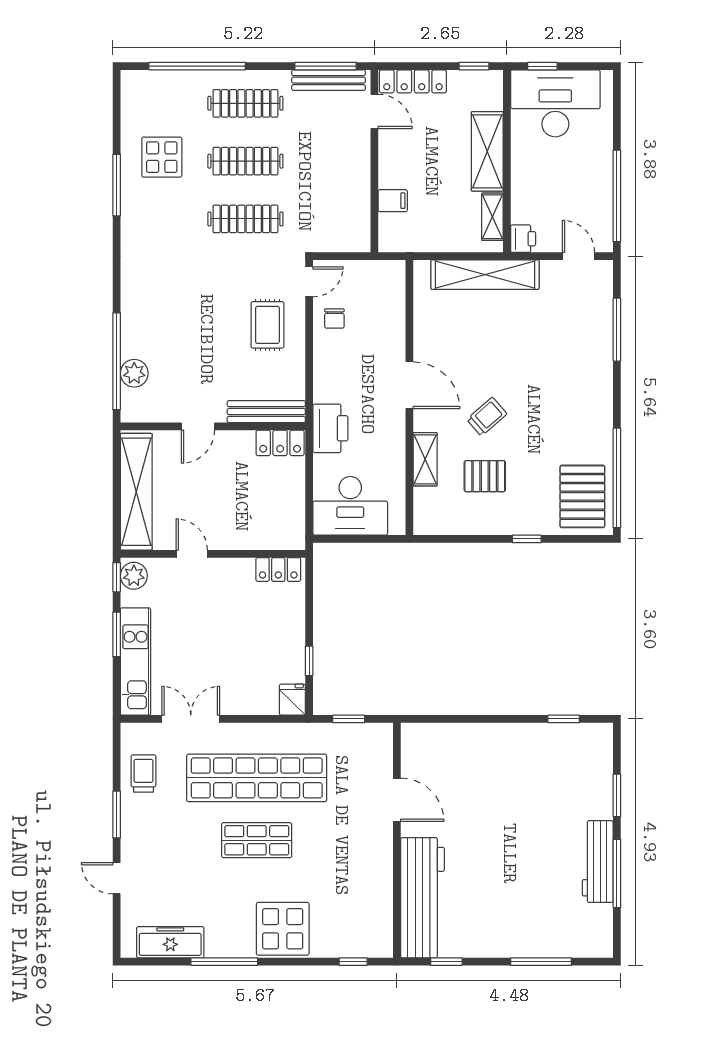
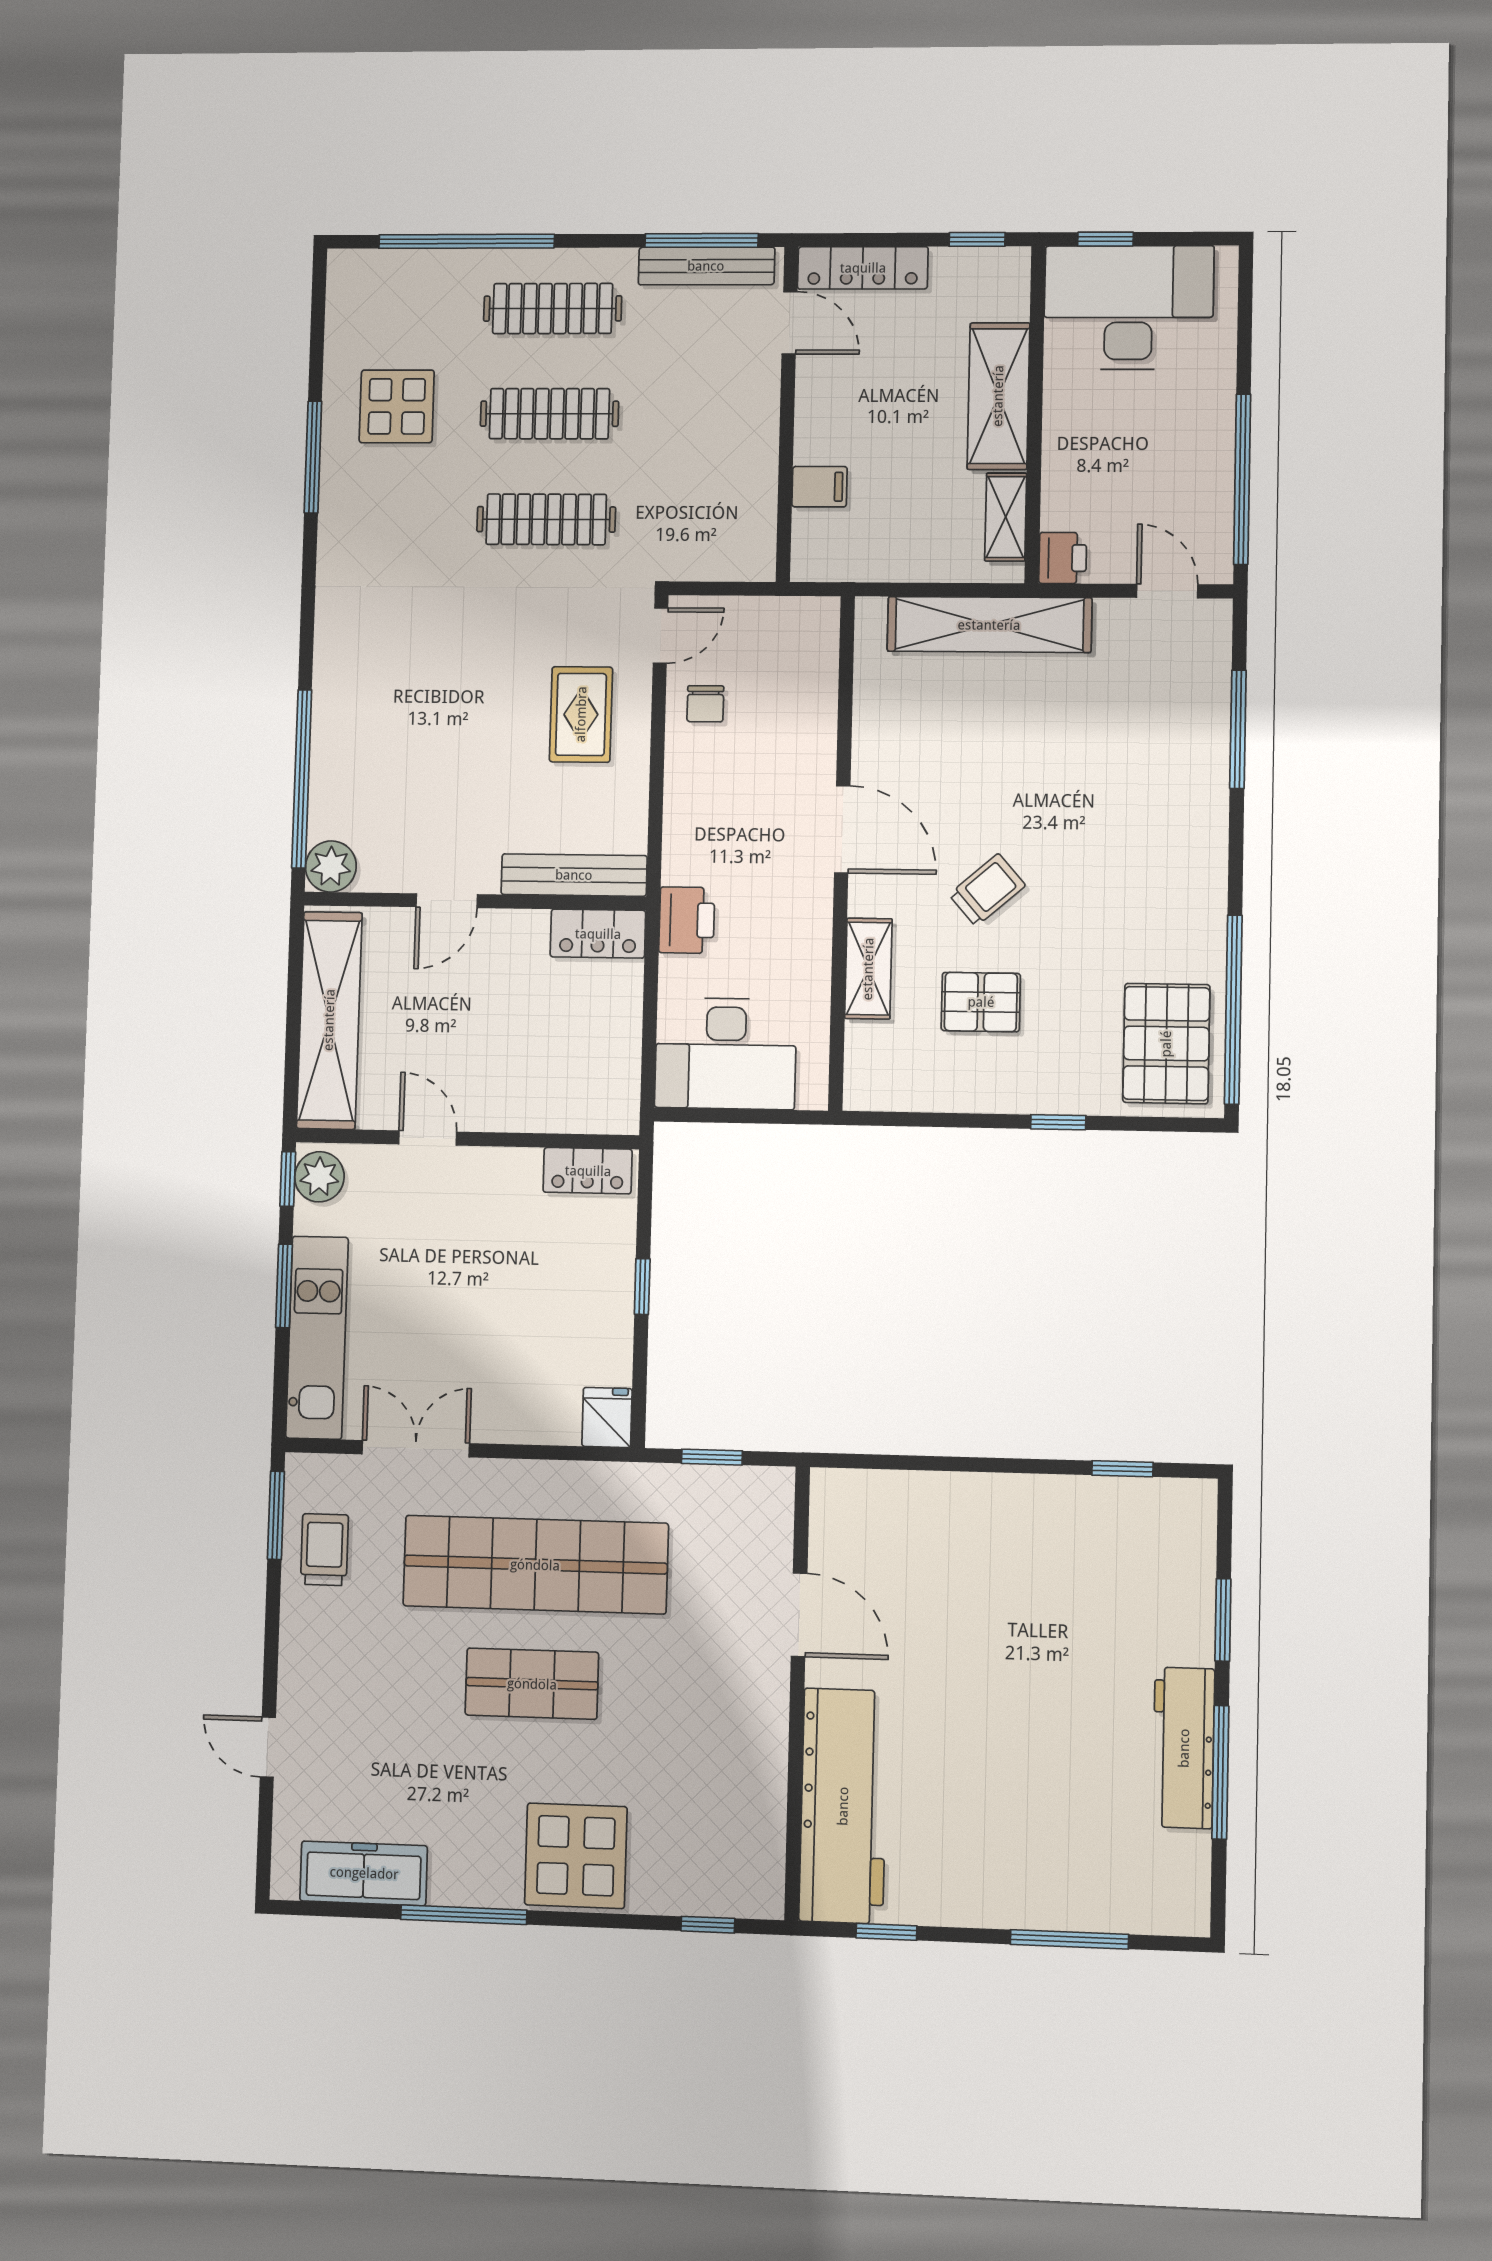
plant: (134, 373) -> (331, 866), moved
printer: (330, 428) -> (687, 920), width x0.73, depth x0.84
window: (309, 661) -> (642, 1286), moved
window: (117, 815) -> (276, 1515), moved

